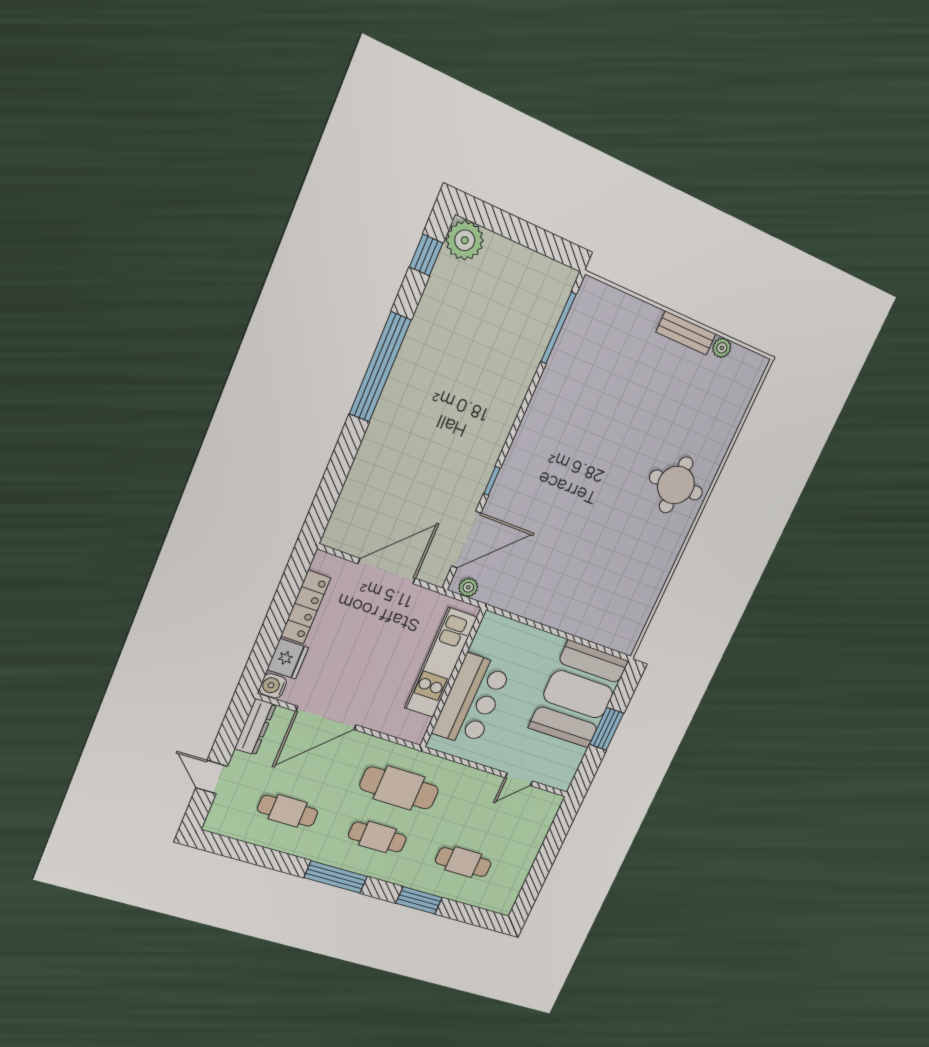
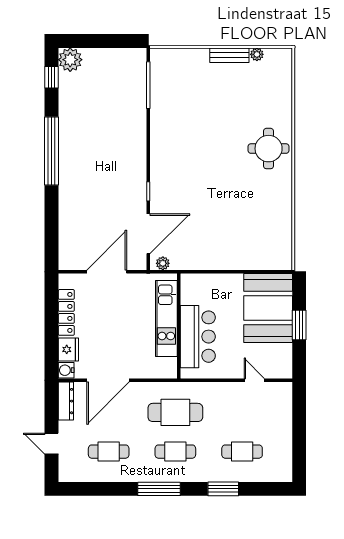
door: (519, 779) -> (254, 380), swing flipped

